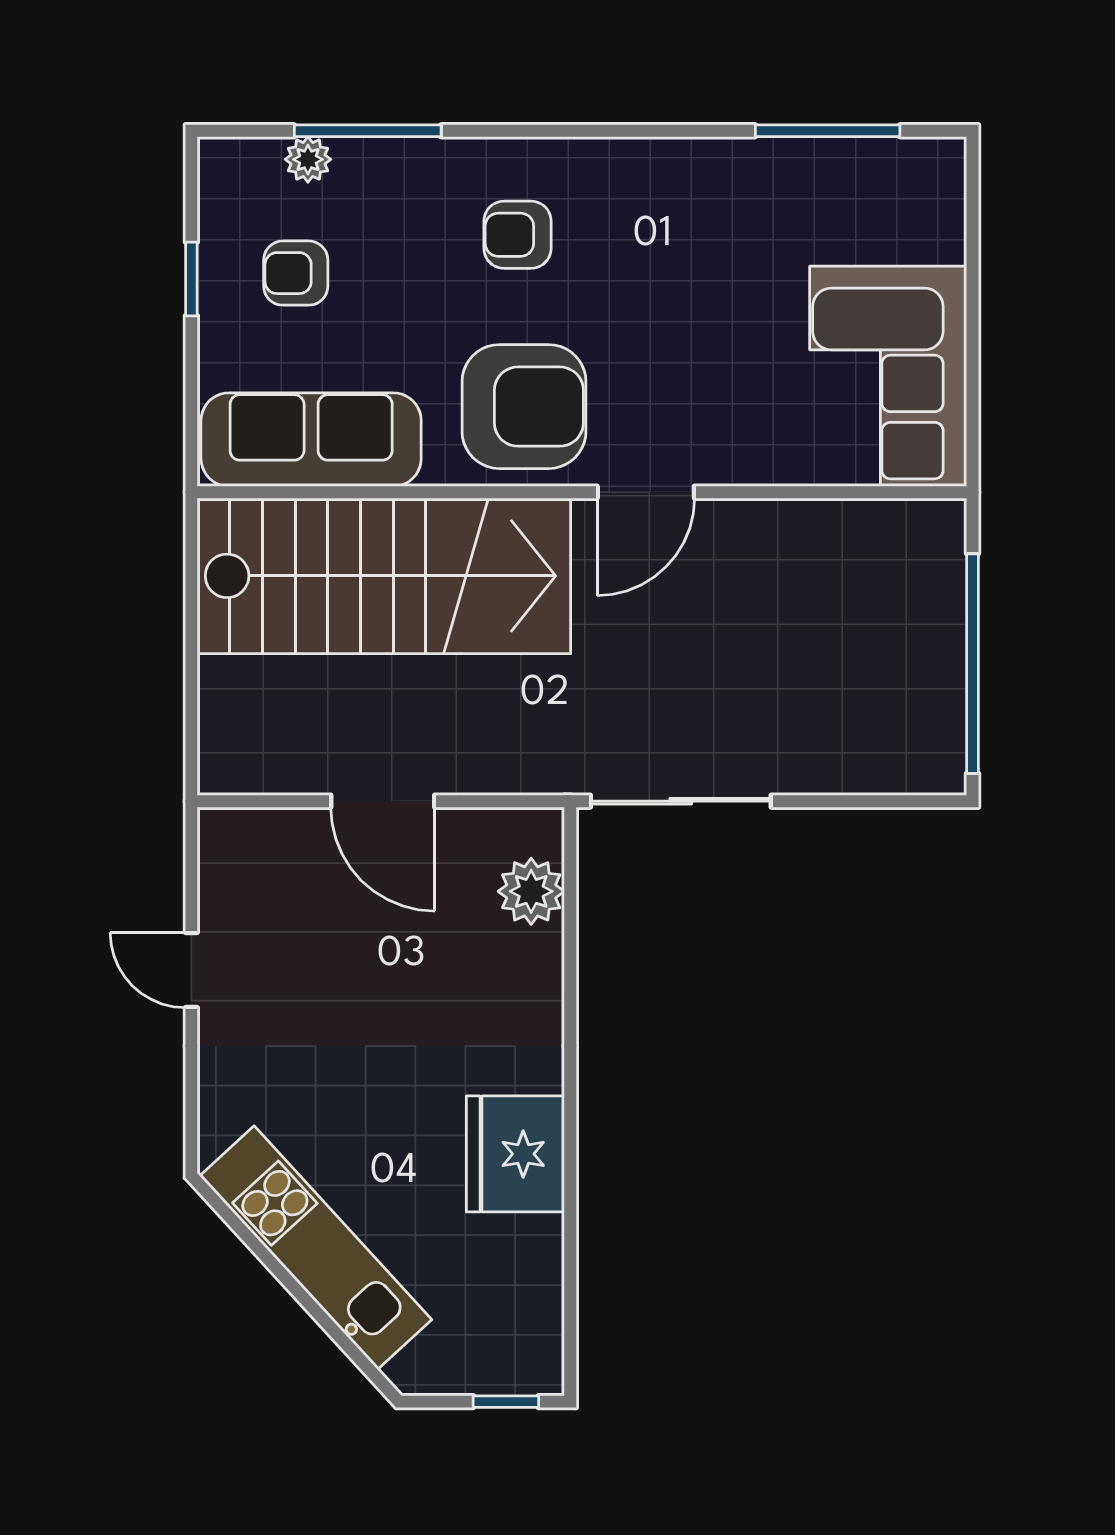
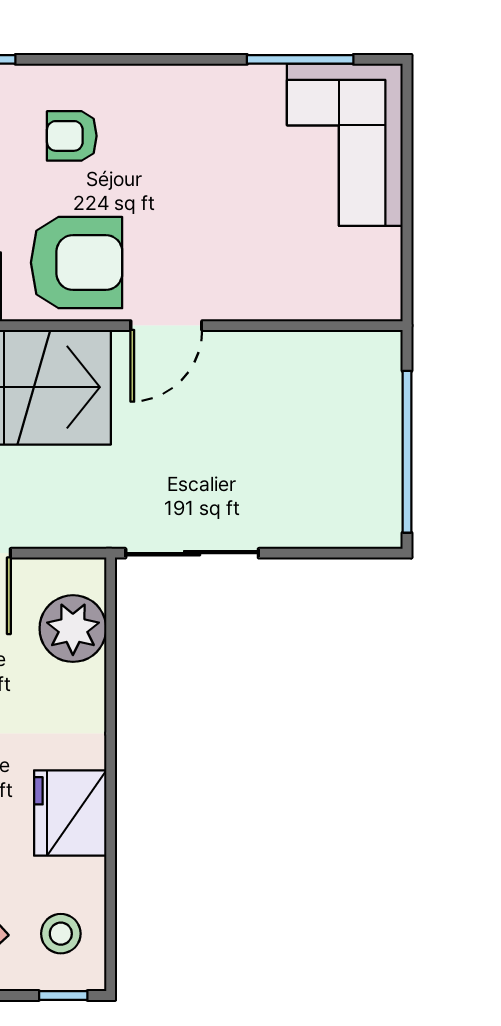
corner sofa: (888, 376) -> (345, 145), moved
plant: (531, 891) -> (73, 629), width x1.36, depth x1.36
stool: (503, 1318) -> (61, 934), added

